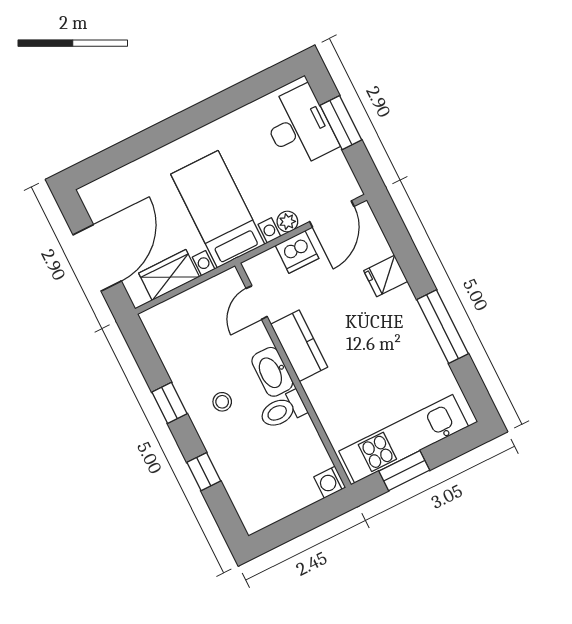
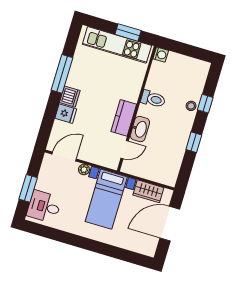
desk: (299, 127) -> (44, 207), width x0.73
dishwasher: (297, 252) -> (70, 97), moved, turned 90
washbasin: (272, 372) -> (140, 129), moved
stool: (222, 402) -> (191, 106), moved

